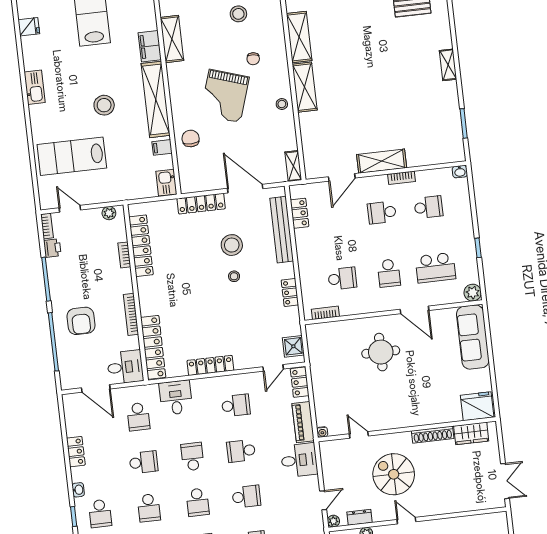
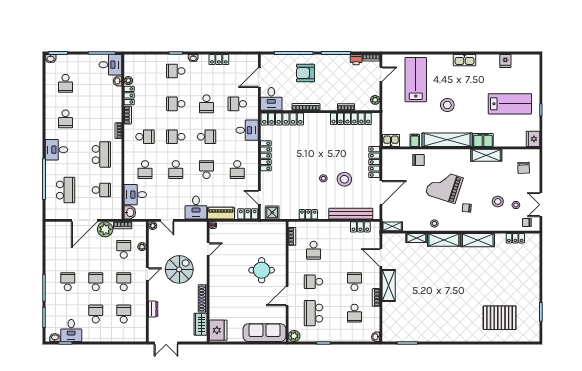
shelving: (448, 65) -> (416, 238), moved
dresser: (360, 517) -> (153, 309), moved

